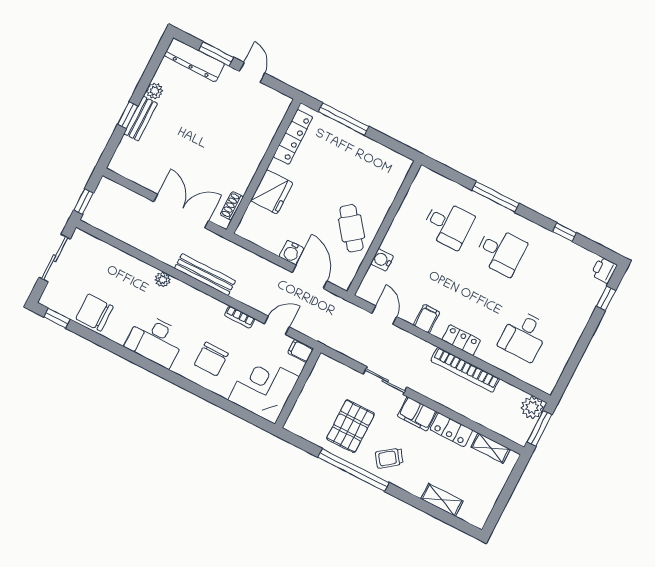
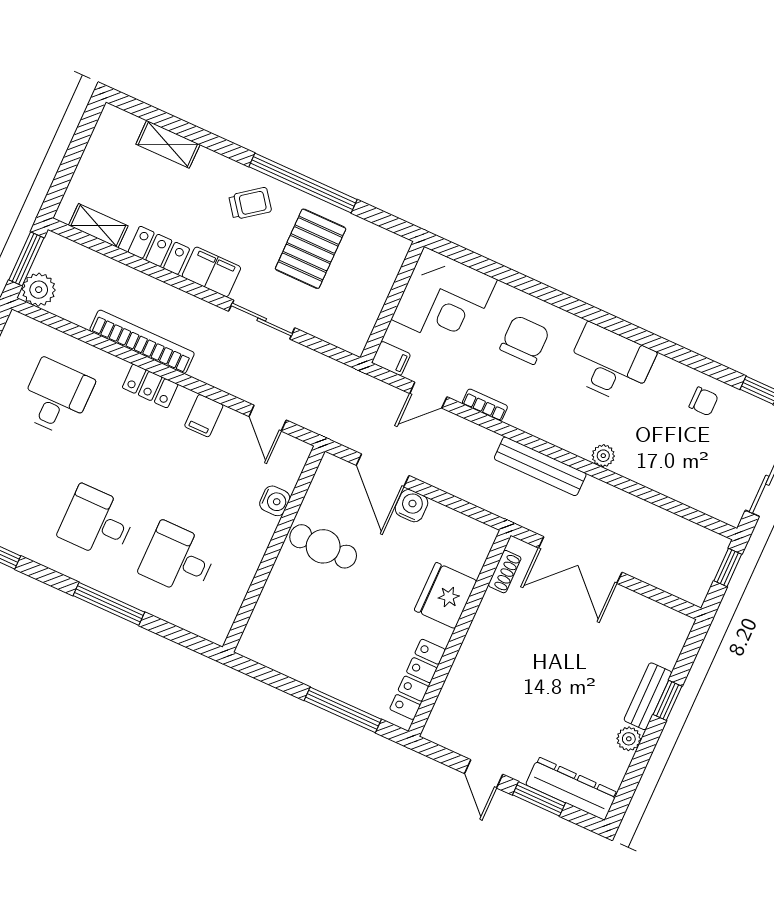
cafe table: (351, 228) -> (323, 546), turned -52
chair: (94, 313) -> (704, 401), width x0.54, depth x0.54

